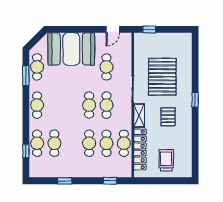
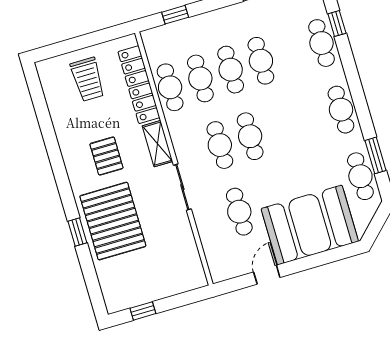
door: (113, 29) -> (267, 275), moved
window: (149, 29) -> (143, 311), moved
pallet: (162, 77) -> (113, 221), moved
window: (195, 100) -> (77, 232), moved
cafe table: (54, 143) -> (261, 61), moved

